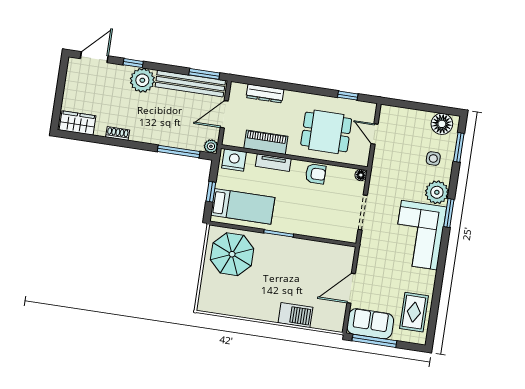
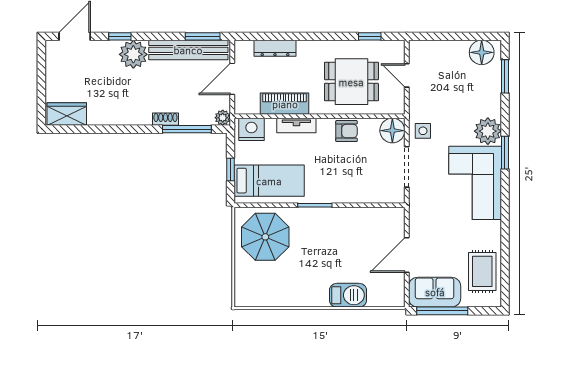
shoe rack: (118, 133) -> (165, 119), moved
side table: (433, 158) -> (423, 131), moved
floor lamp: (361, 175) -> (392, 131), width x1.89, depth x1.89

